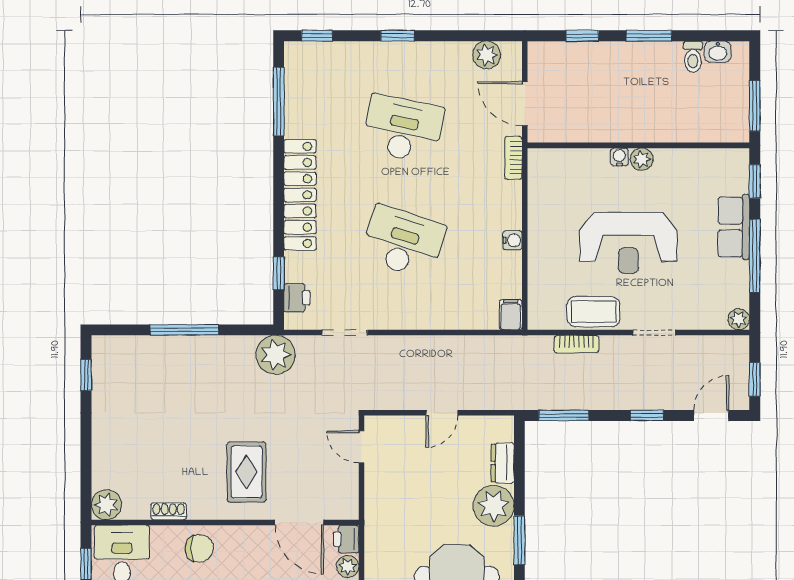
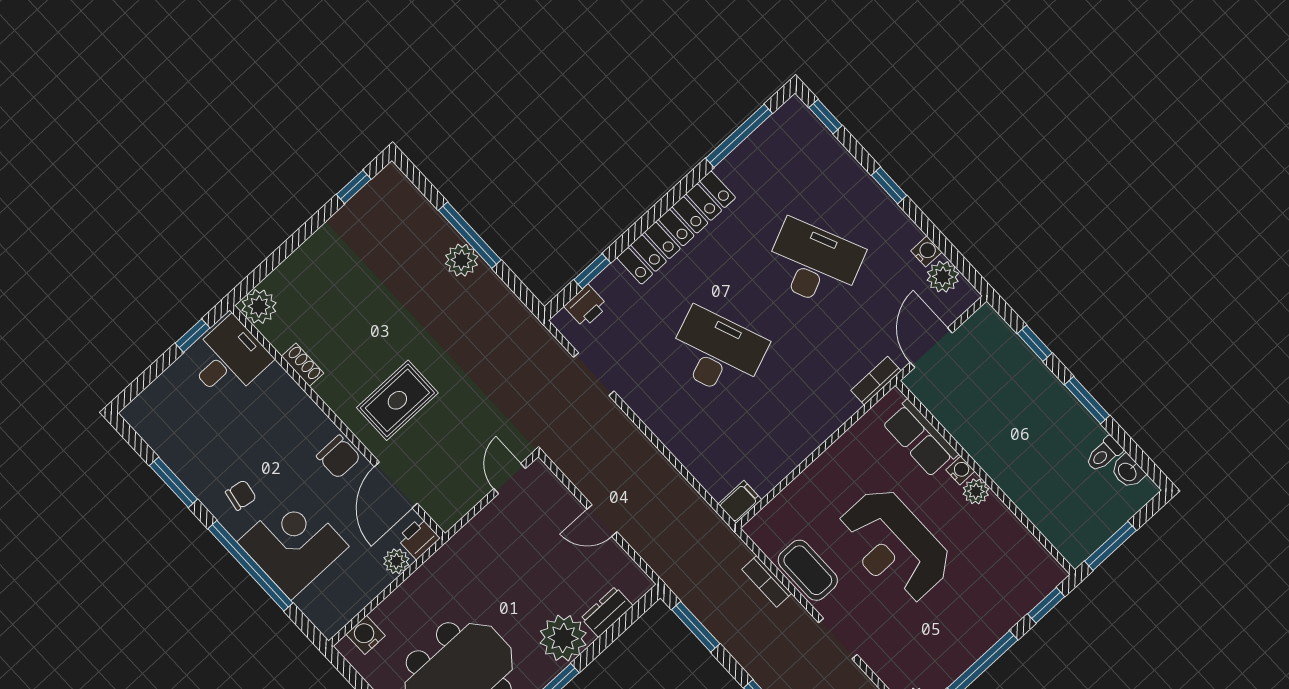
desk: (403, 129) -> (814, 264), turned -36
row of seats: (734, 227) -> (920, 438), moved, turned -90
water cooler: (512, 240) -> (926, 251), moved, turned -90
desk: (403, 242) -> (717, 353), turned -39
plant: (276, 355) -> (462, 260), moved, width x0.73, depth x0.73
chair: (199, 548) -> (339, 457), moved

